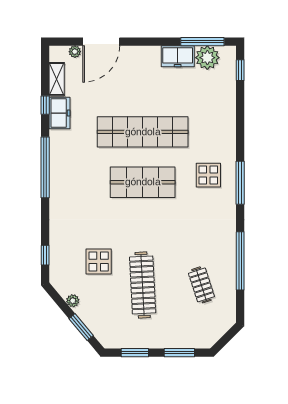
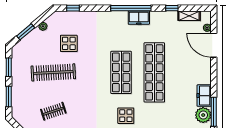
freezer: (60, 113) -> (139, 18), moved

